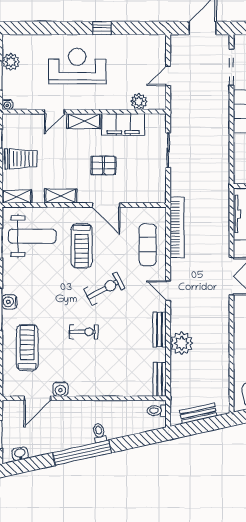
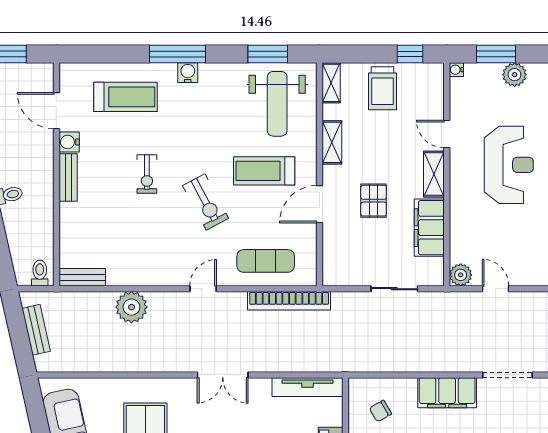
plant: (139, 102) -> (461, 275), moved
bench: (160, 330) -> (68, 177), moved, turned 90

